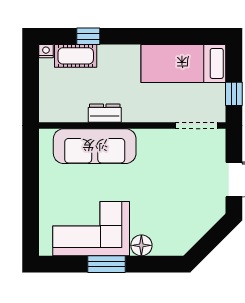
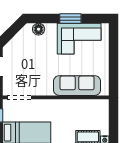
dresser: (105, 113) -> (71, 104), removed
floor lamp: (141, 245) -> (39, 29), moved

